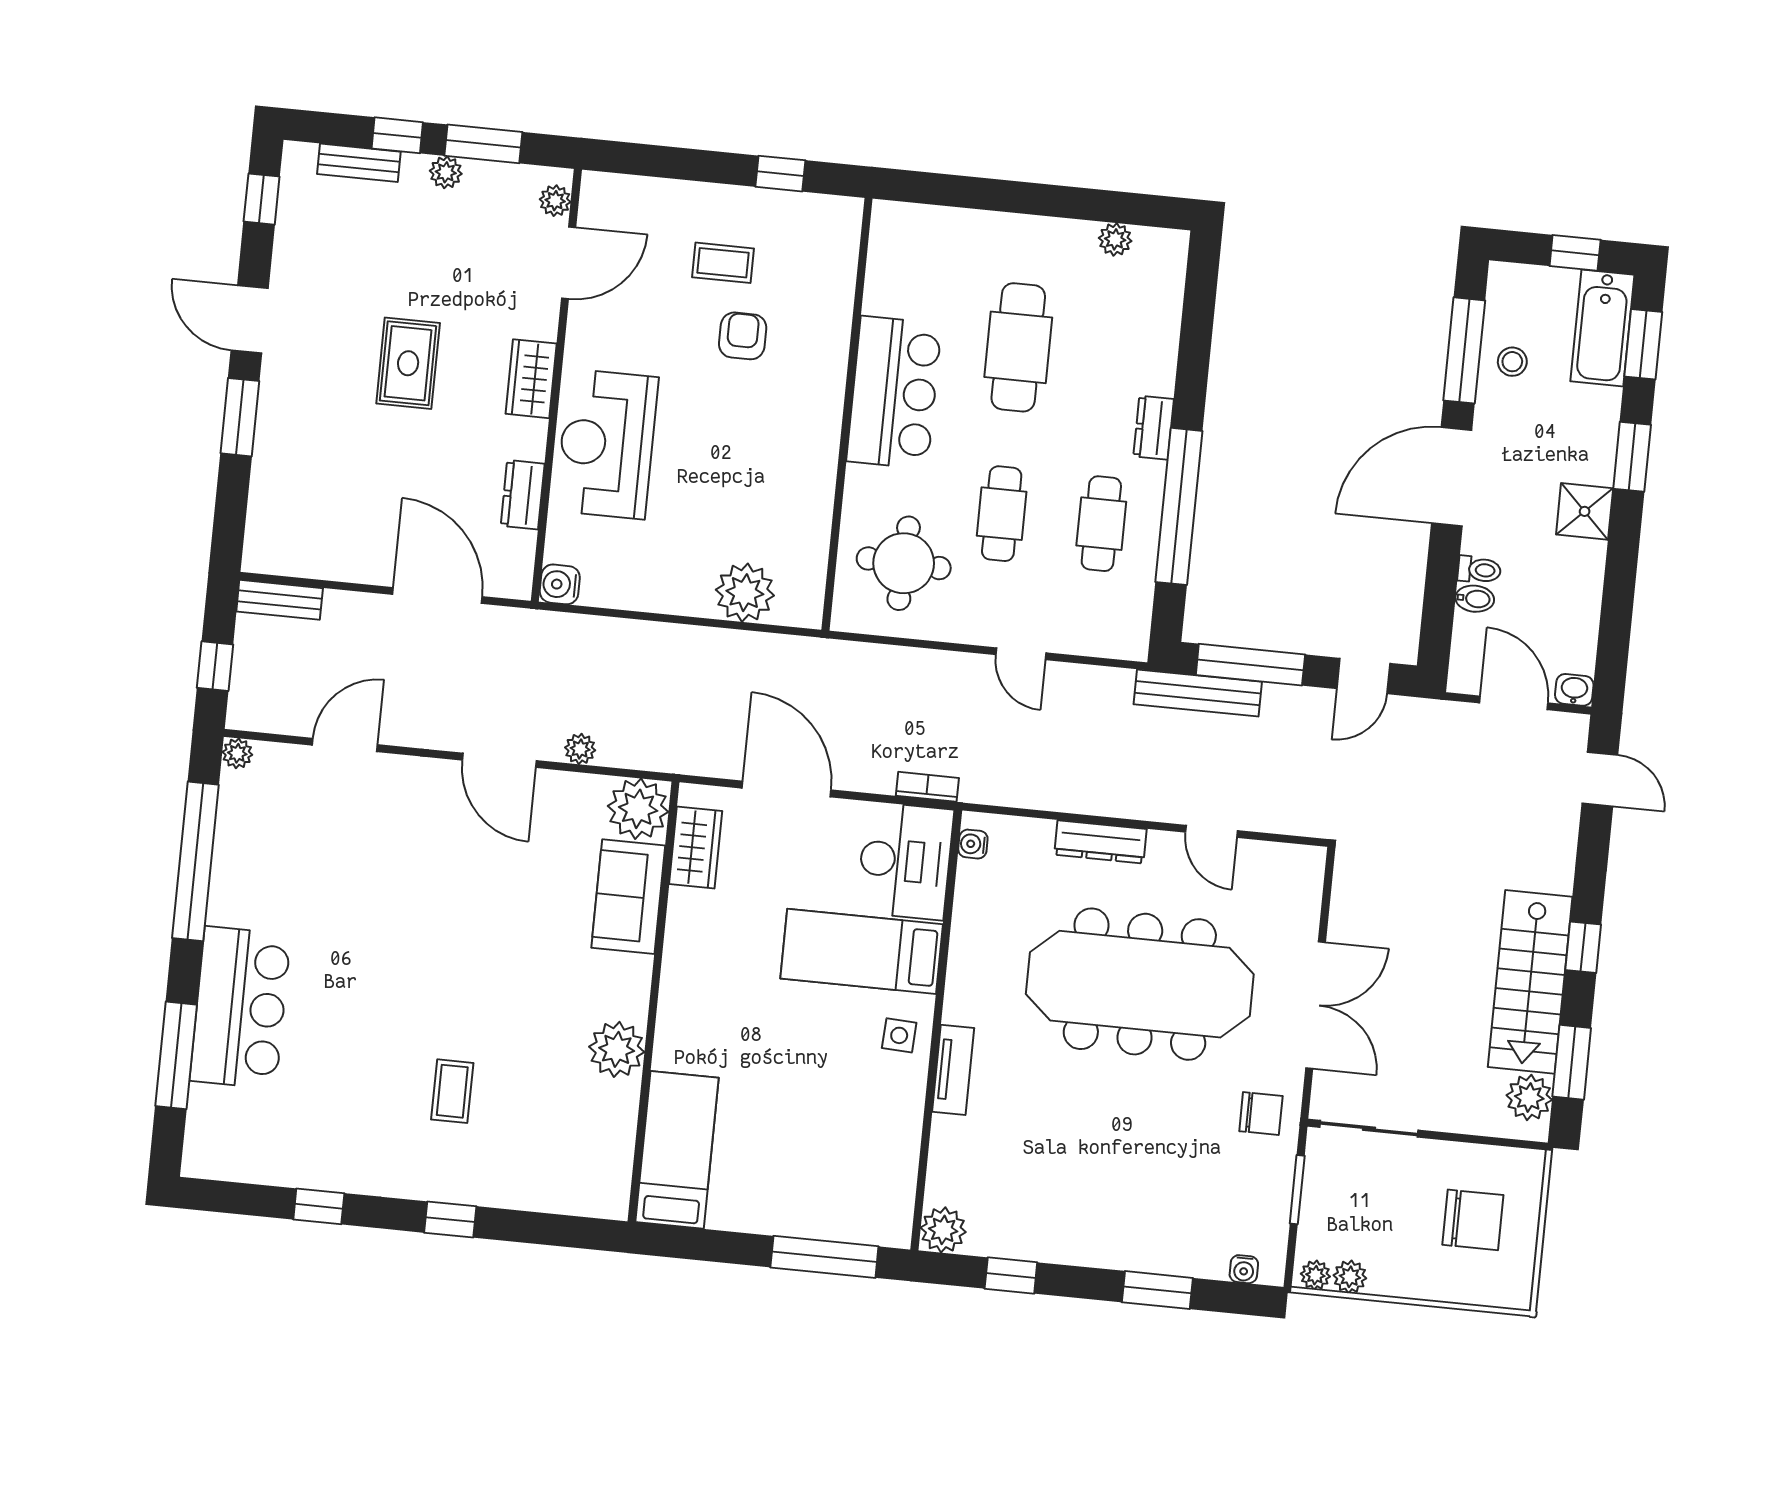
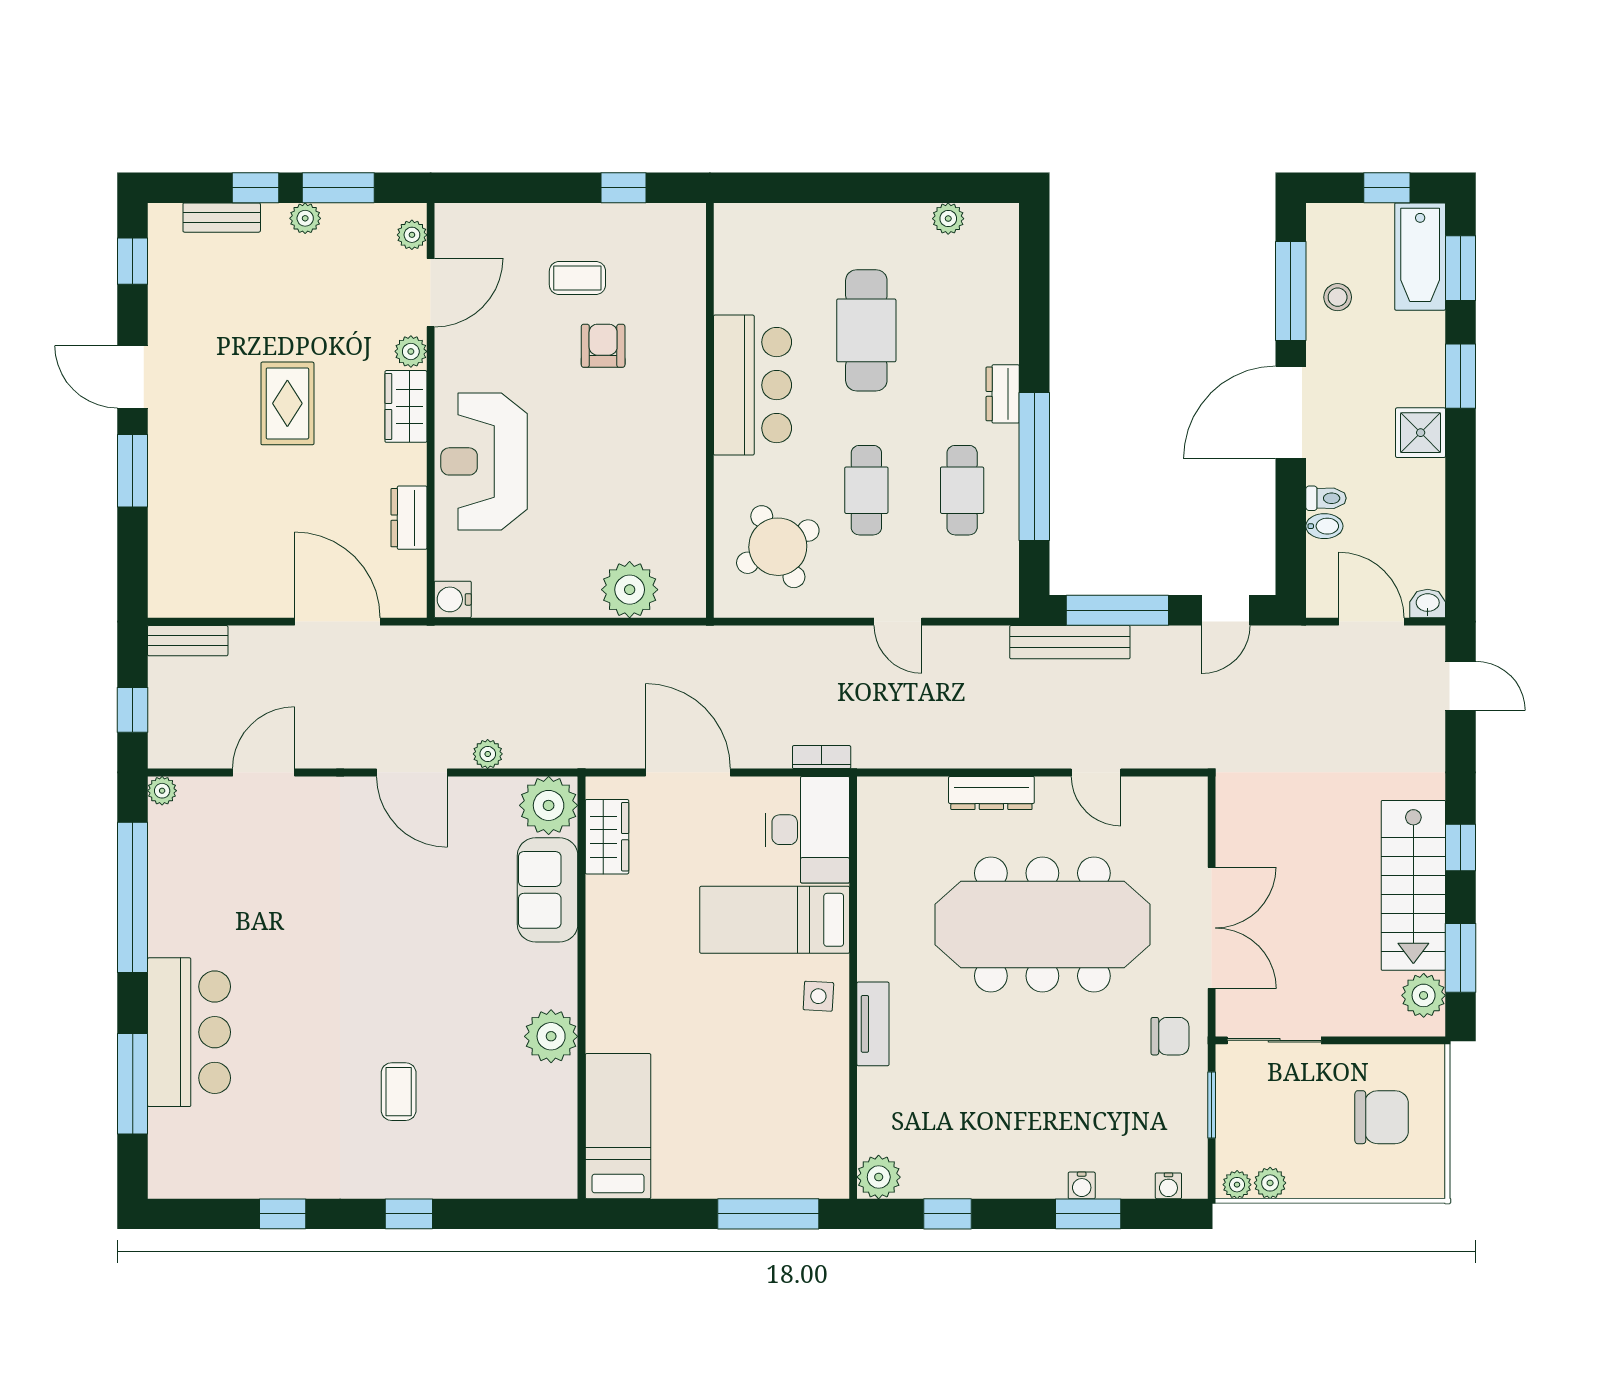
plant: (542, 322) -> (411, 351), added
round table: (904, 563) -> (778, 547), turned -30
water cooler: (973, 844) -> (1082, 1185), moved, turned -90

